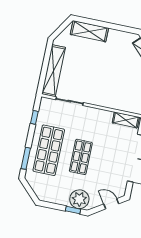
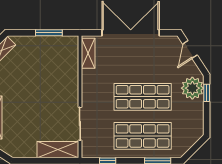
shelving: (54, 71) -> (58, 150), width x0.68
shop shelf: (81, 157) -> (143, 97), width x1.43, depth x1.36

